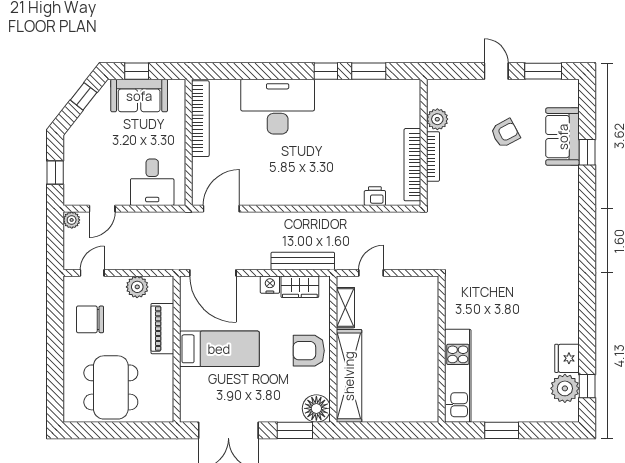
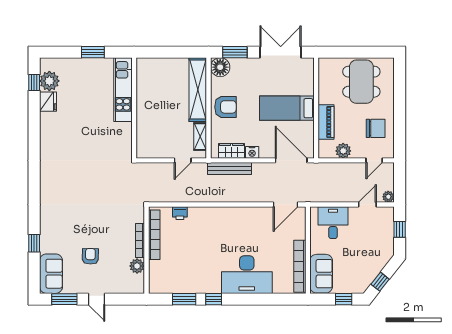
sofa: (139, 96) -> (321, 274), moved, turned 90
armchair: (505, 133) -> (90, 256), turned 119
sofa: (563, 137) -> (51, 274), moved

